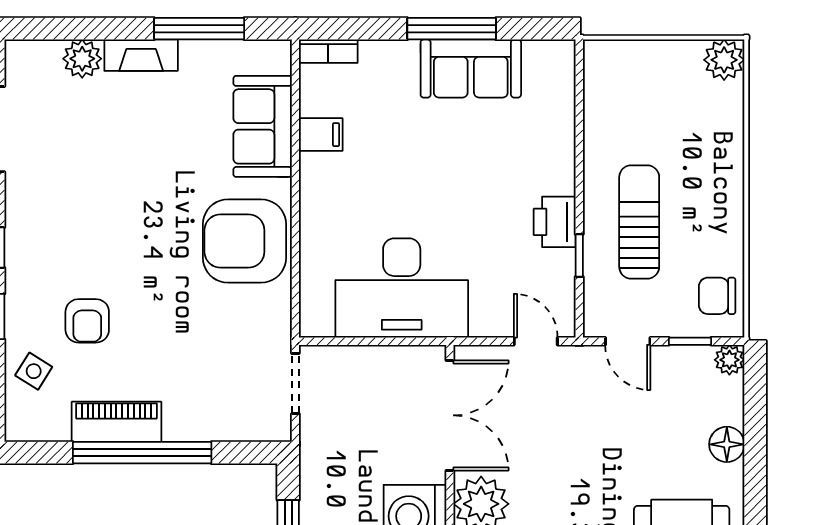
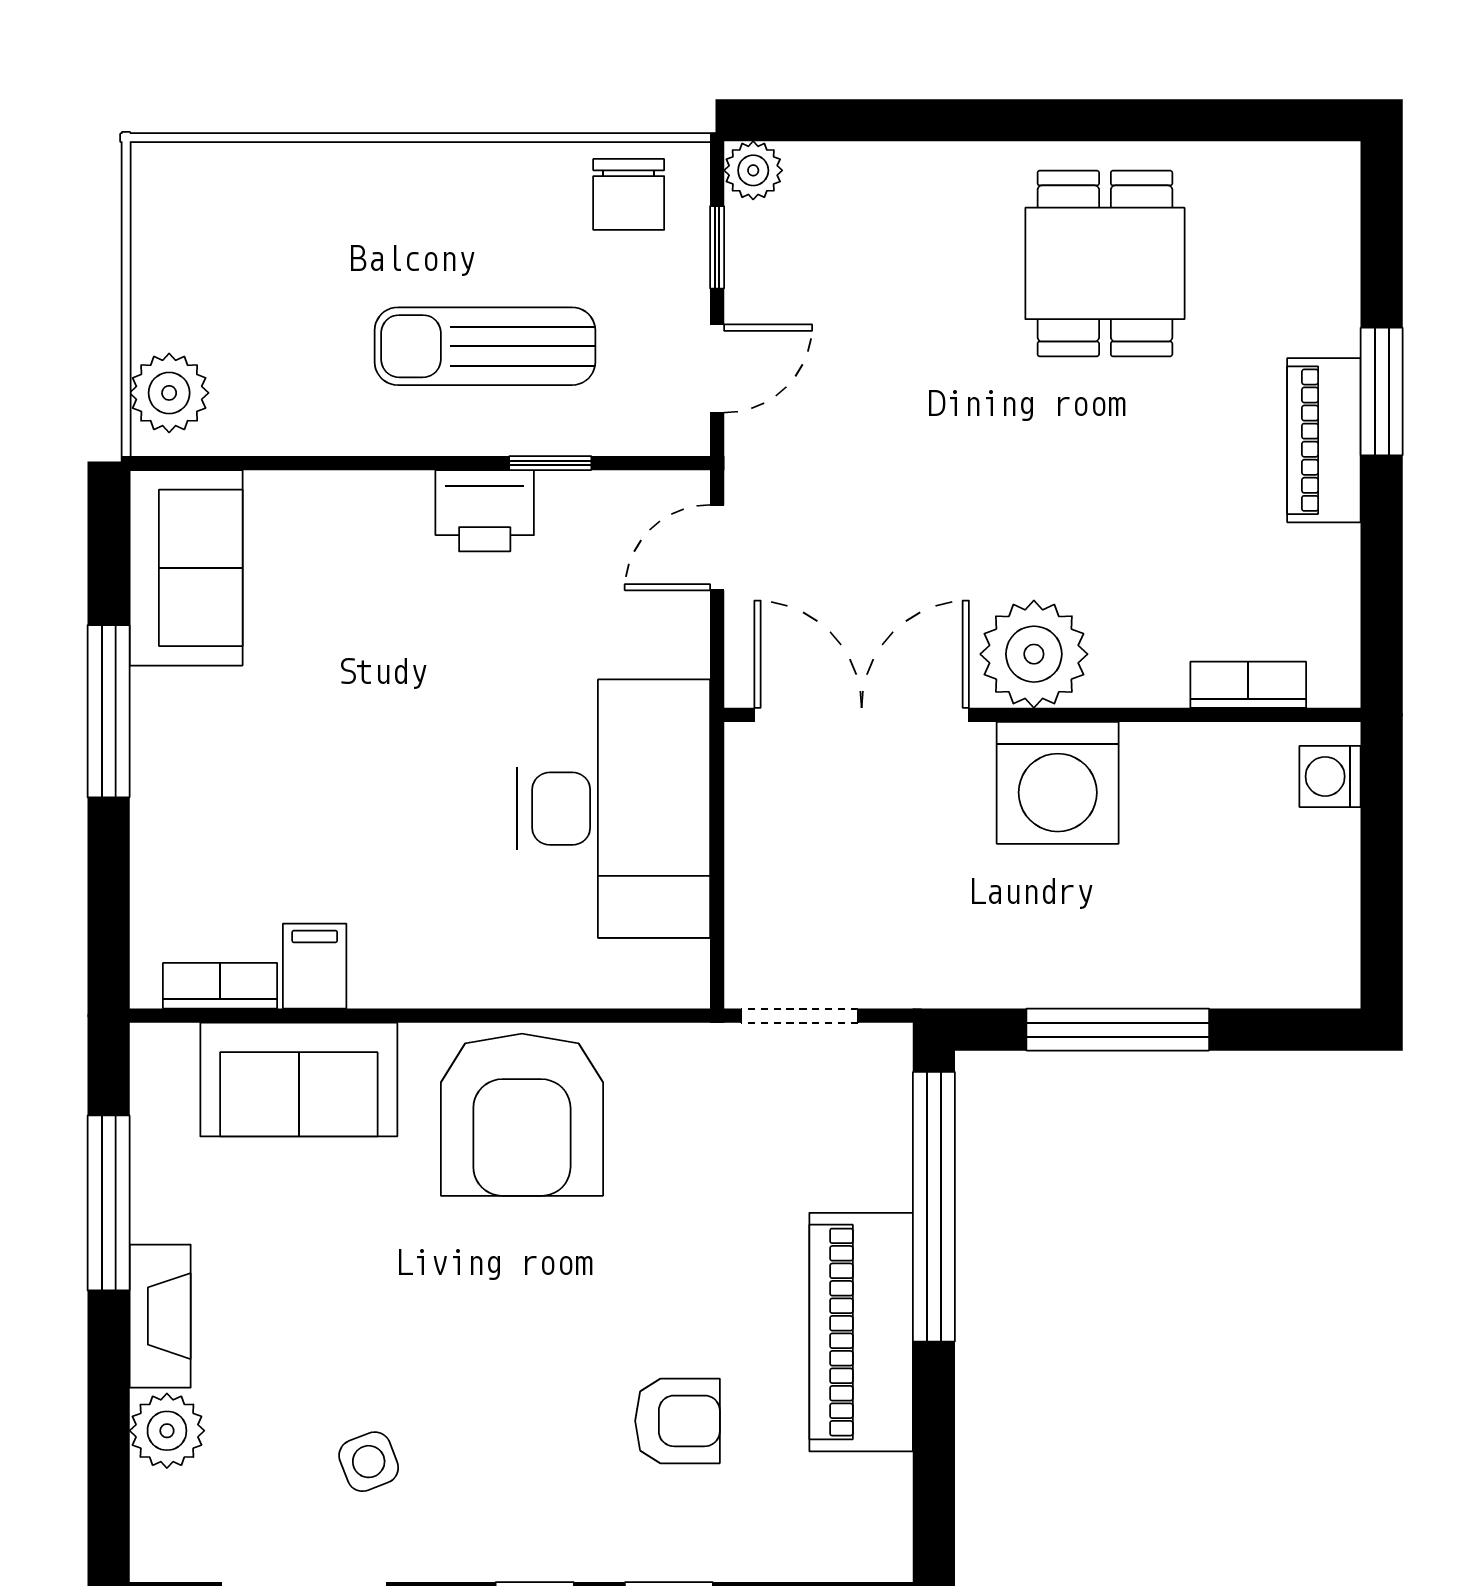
bookcase: (328, 51) -> (220, 986), moved, turned -90
plant: (724, 60) -> (169, 393), moved
sofa: (471, 69) -> (186, 568), moved
side table: (34, 371) -> (369, 1462), moved, turned 37
piano: (116, 422) -> (861, 1332), width x1.37, depth x1.33
floor lamp: (727, 444) -> (918, 176), removed
window: (142, 453) -> (934, 1207), moved

